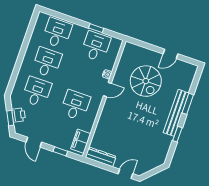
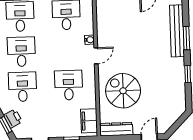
spiral stairs: (146, 81) -> (123, 91), moved, turned 180
bench: (176, 113) -> (177, 31), moved

